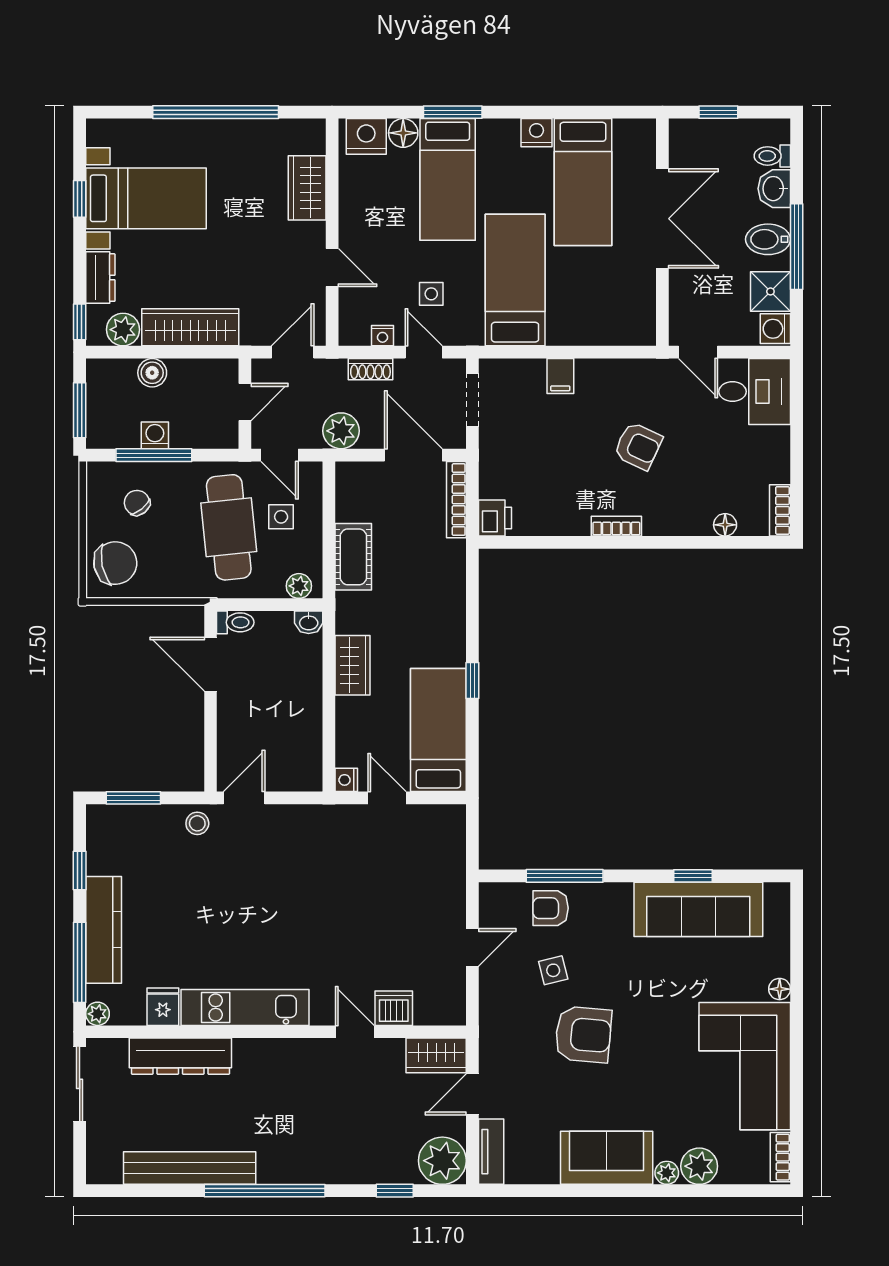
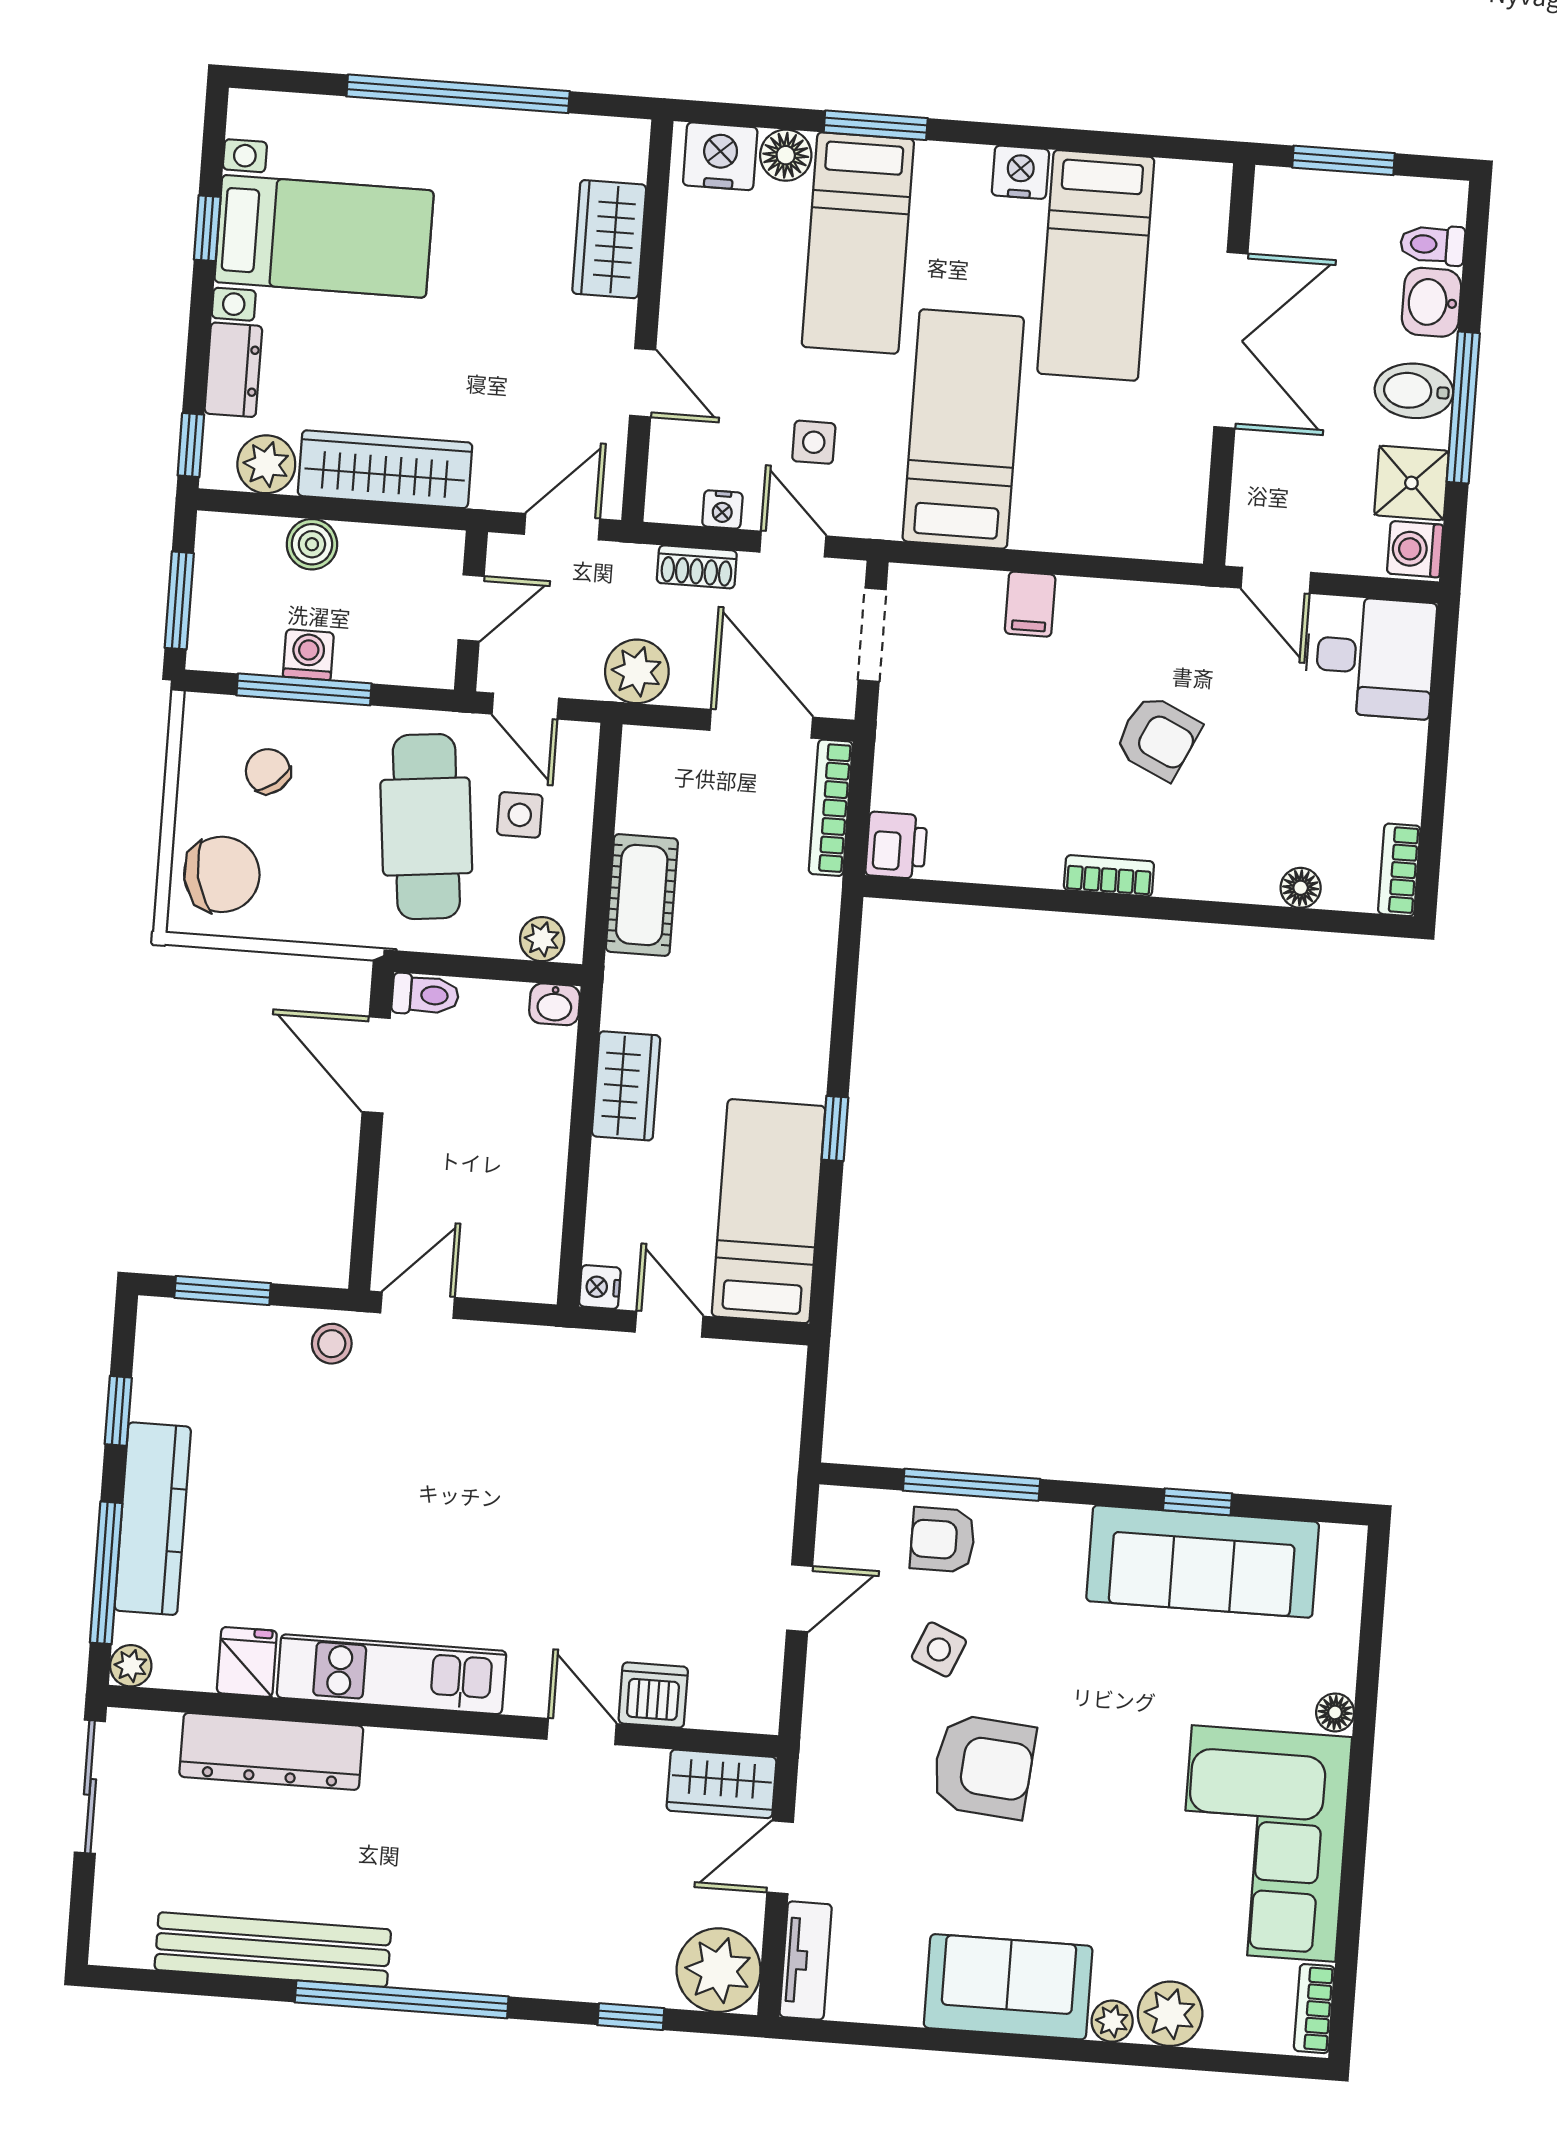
window: (718, 112) -> (1343, 160), width x1.50
side table: (553, 970) -> (939, 1649), turned 37

